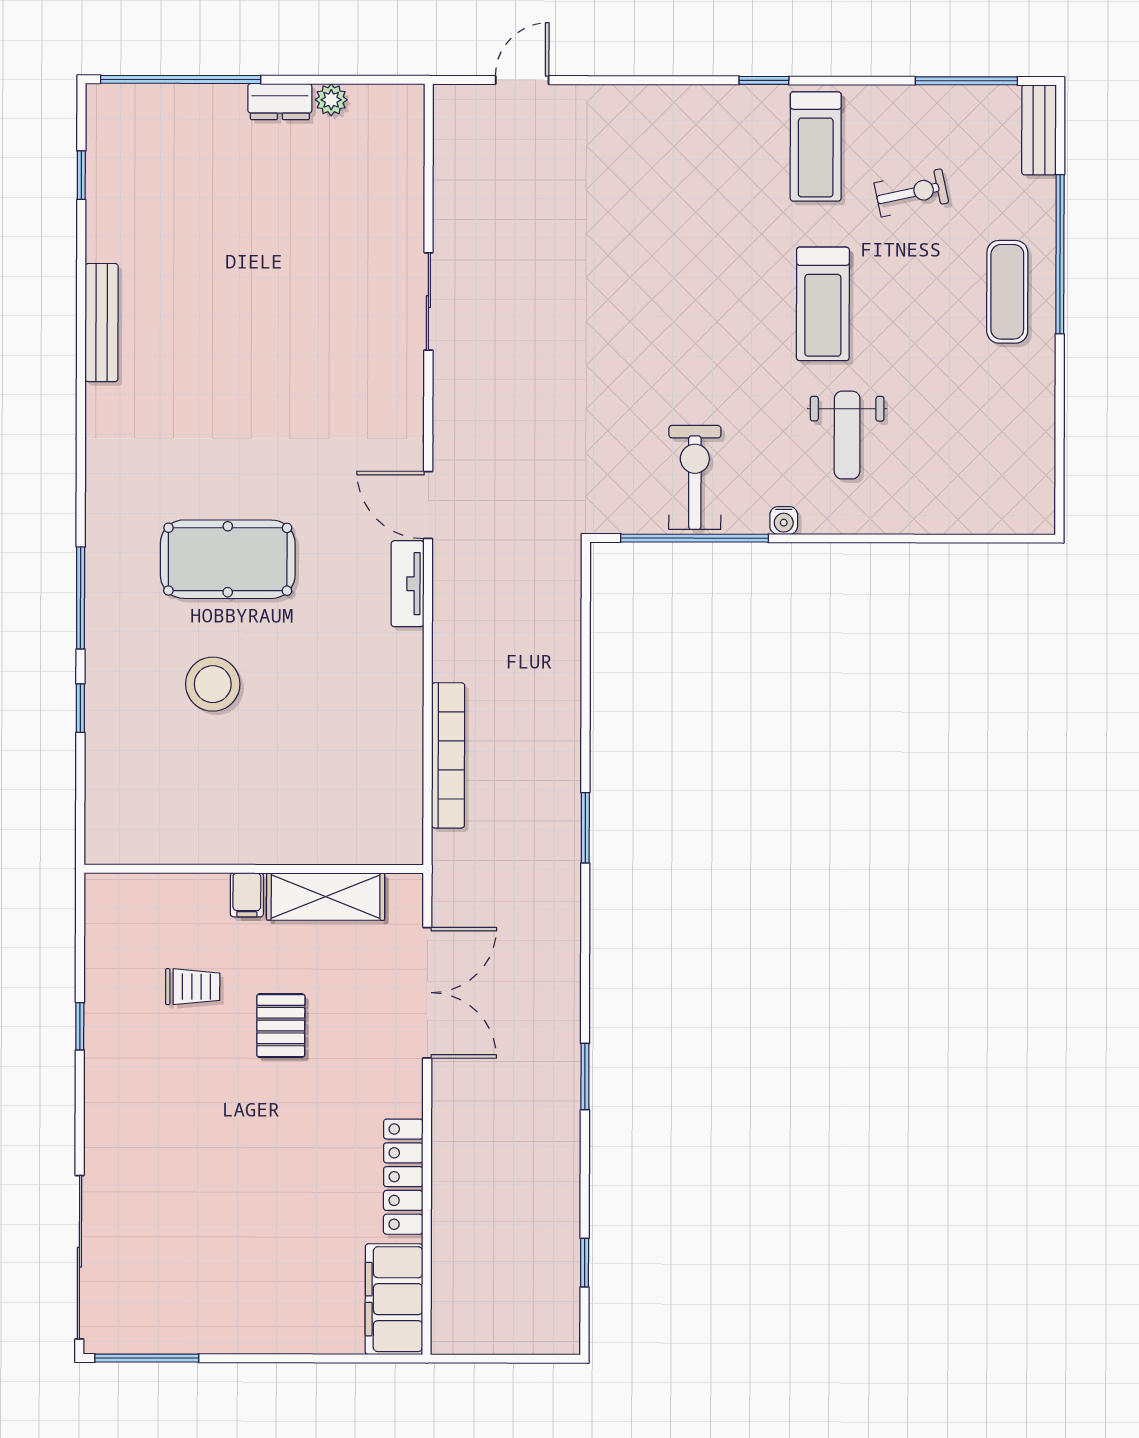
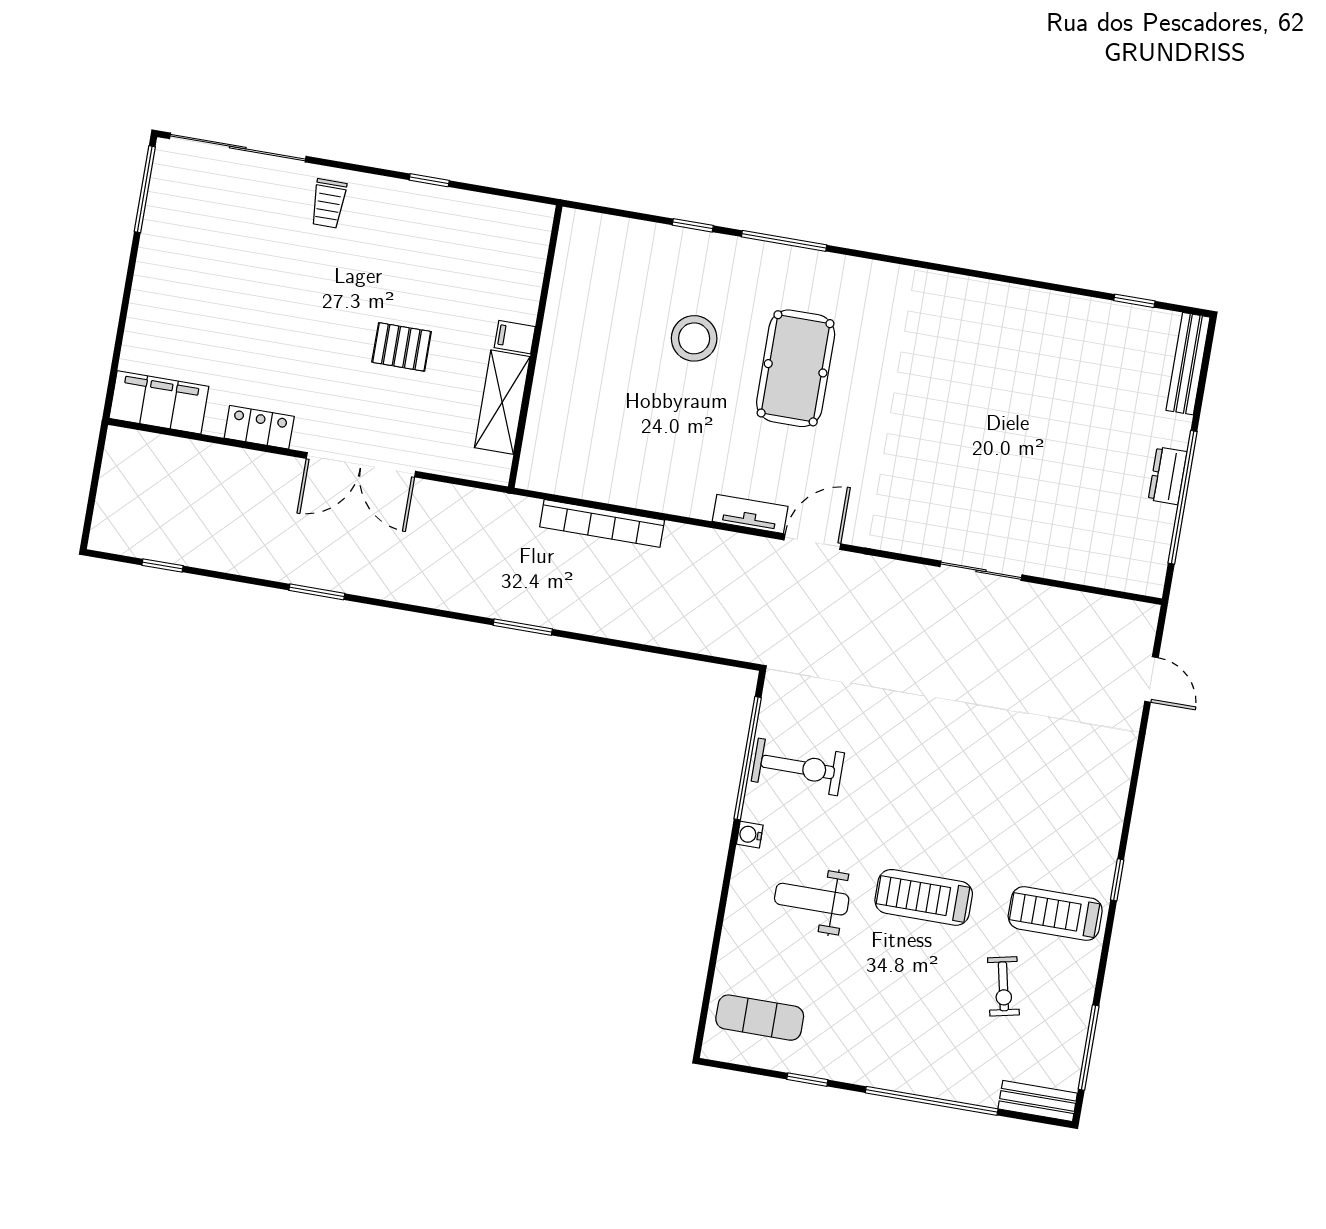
window: (181, 79) -> (1183, 497), moved
plant: (331, 100) -> (1162, 518), removed
exercise mat: (1007, 292) -> (760, 1018), moved
bench: (102, 323) -> (1188, 364), moved, turned 90
window: (1060, 404) -> (807, 1080), added
trolley: (193, 987) -> (329, 203), moved
double door: (427, 993) -> (361, 465), moved
locker: (403, 1177) -> (259, 427), width x0.66

